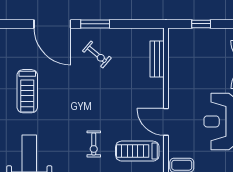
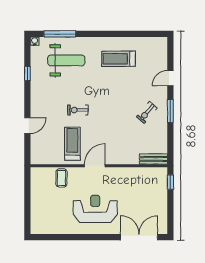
door: (52, 24) -> (170, 78), width x0.53
window: (201, 24) -> (170, 182), moved
bench: (157, 59) -> (153, 159), moved

